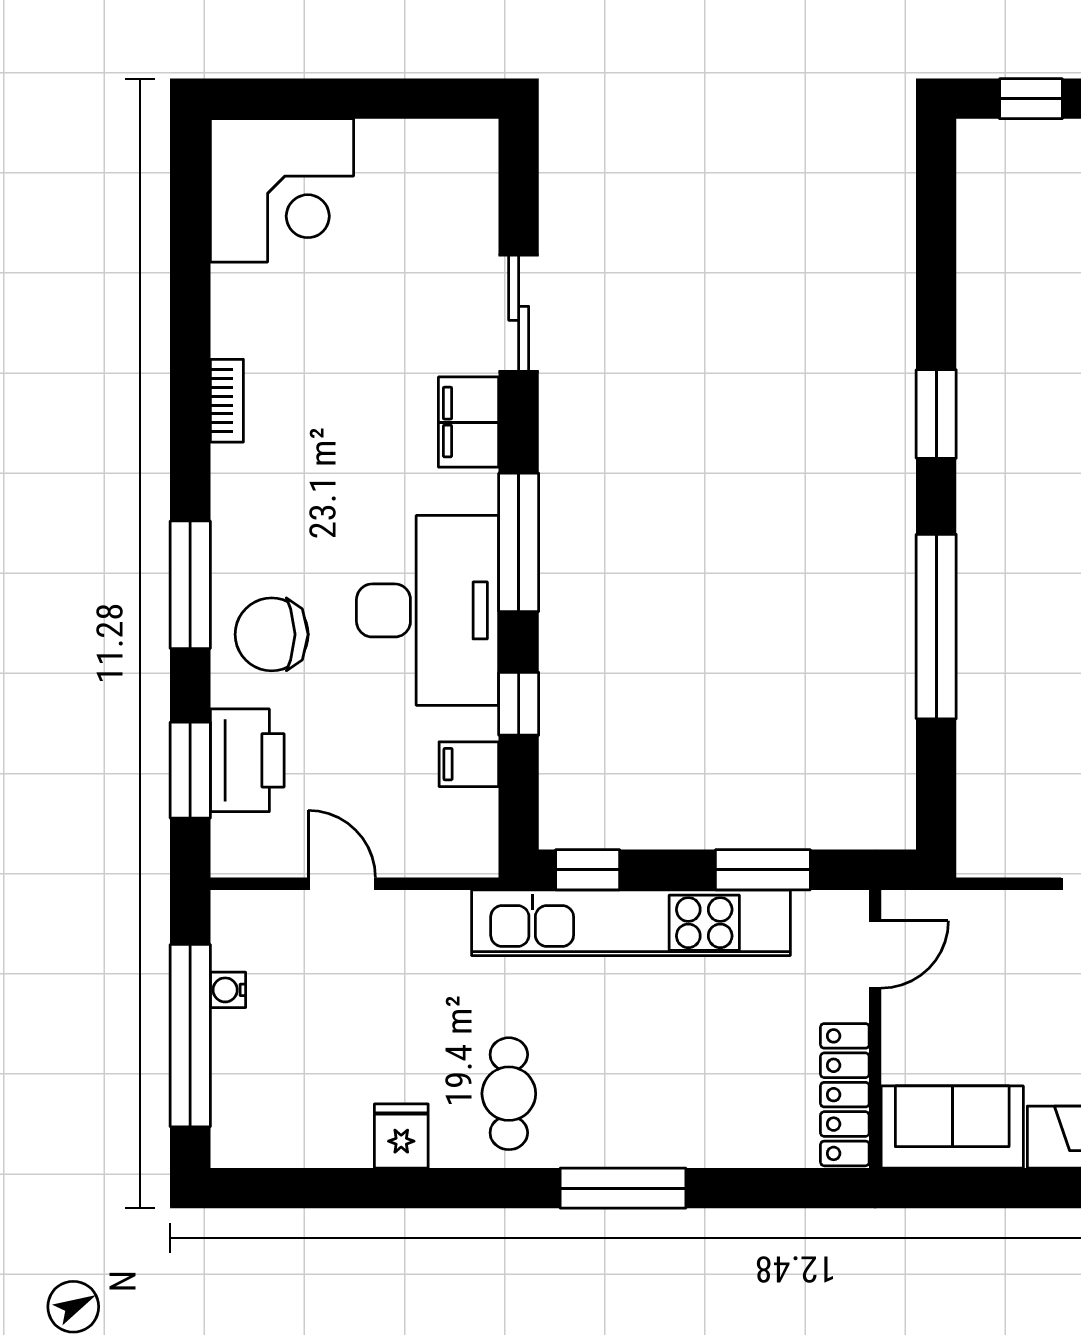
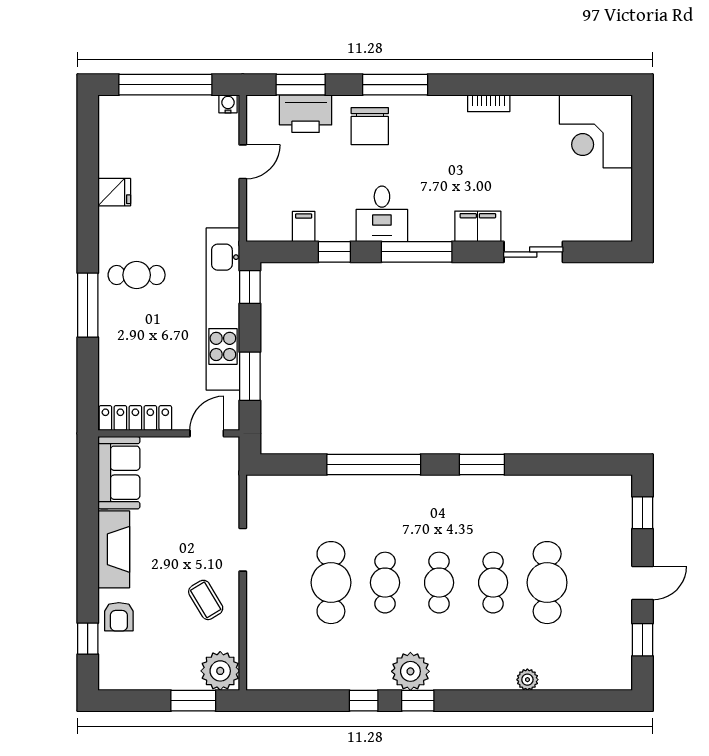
desk: (428, 610) -> (382, 214), width x0.53, depth x0.77
chair: (272, 634) -> (370, 126), turned 180
door: (875, 954) -> (207, 433), swing flipped
water cooler: (228, 990) -> (228, 104), moved
cafe table: (509, 1094) -> (137, 275), moved

